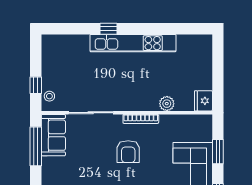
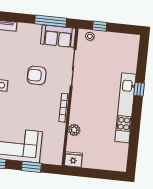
armchair: (128, 152) -> (37, 75), moved

